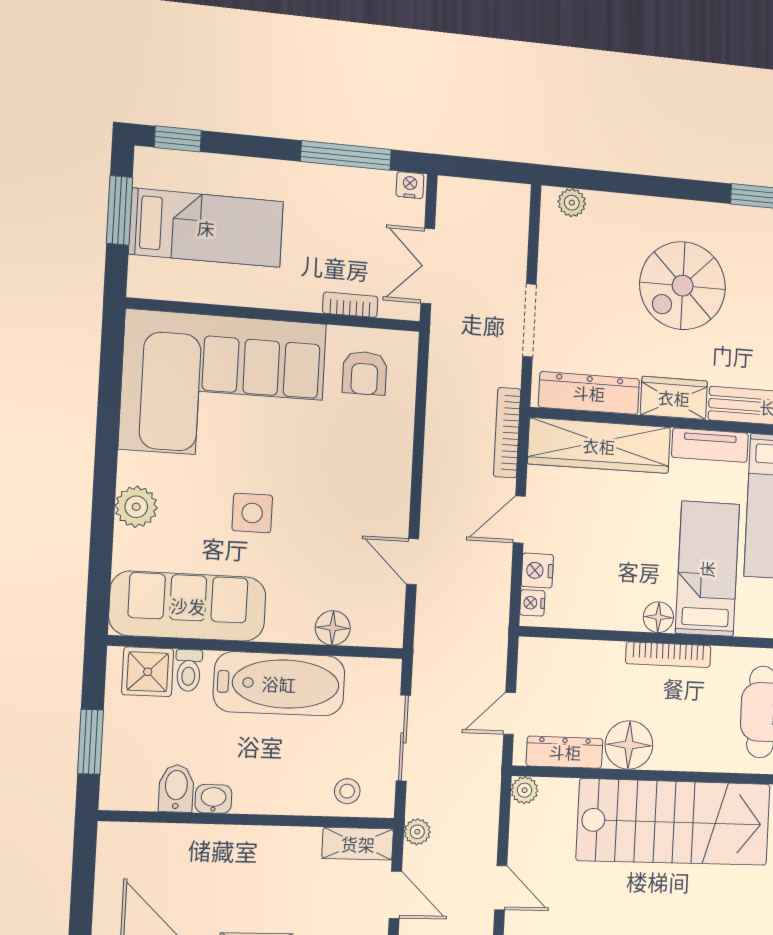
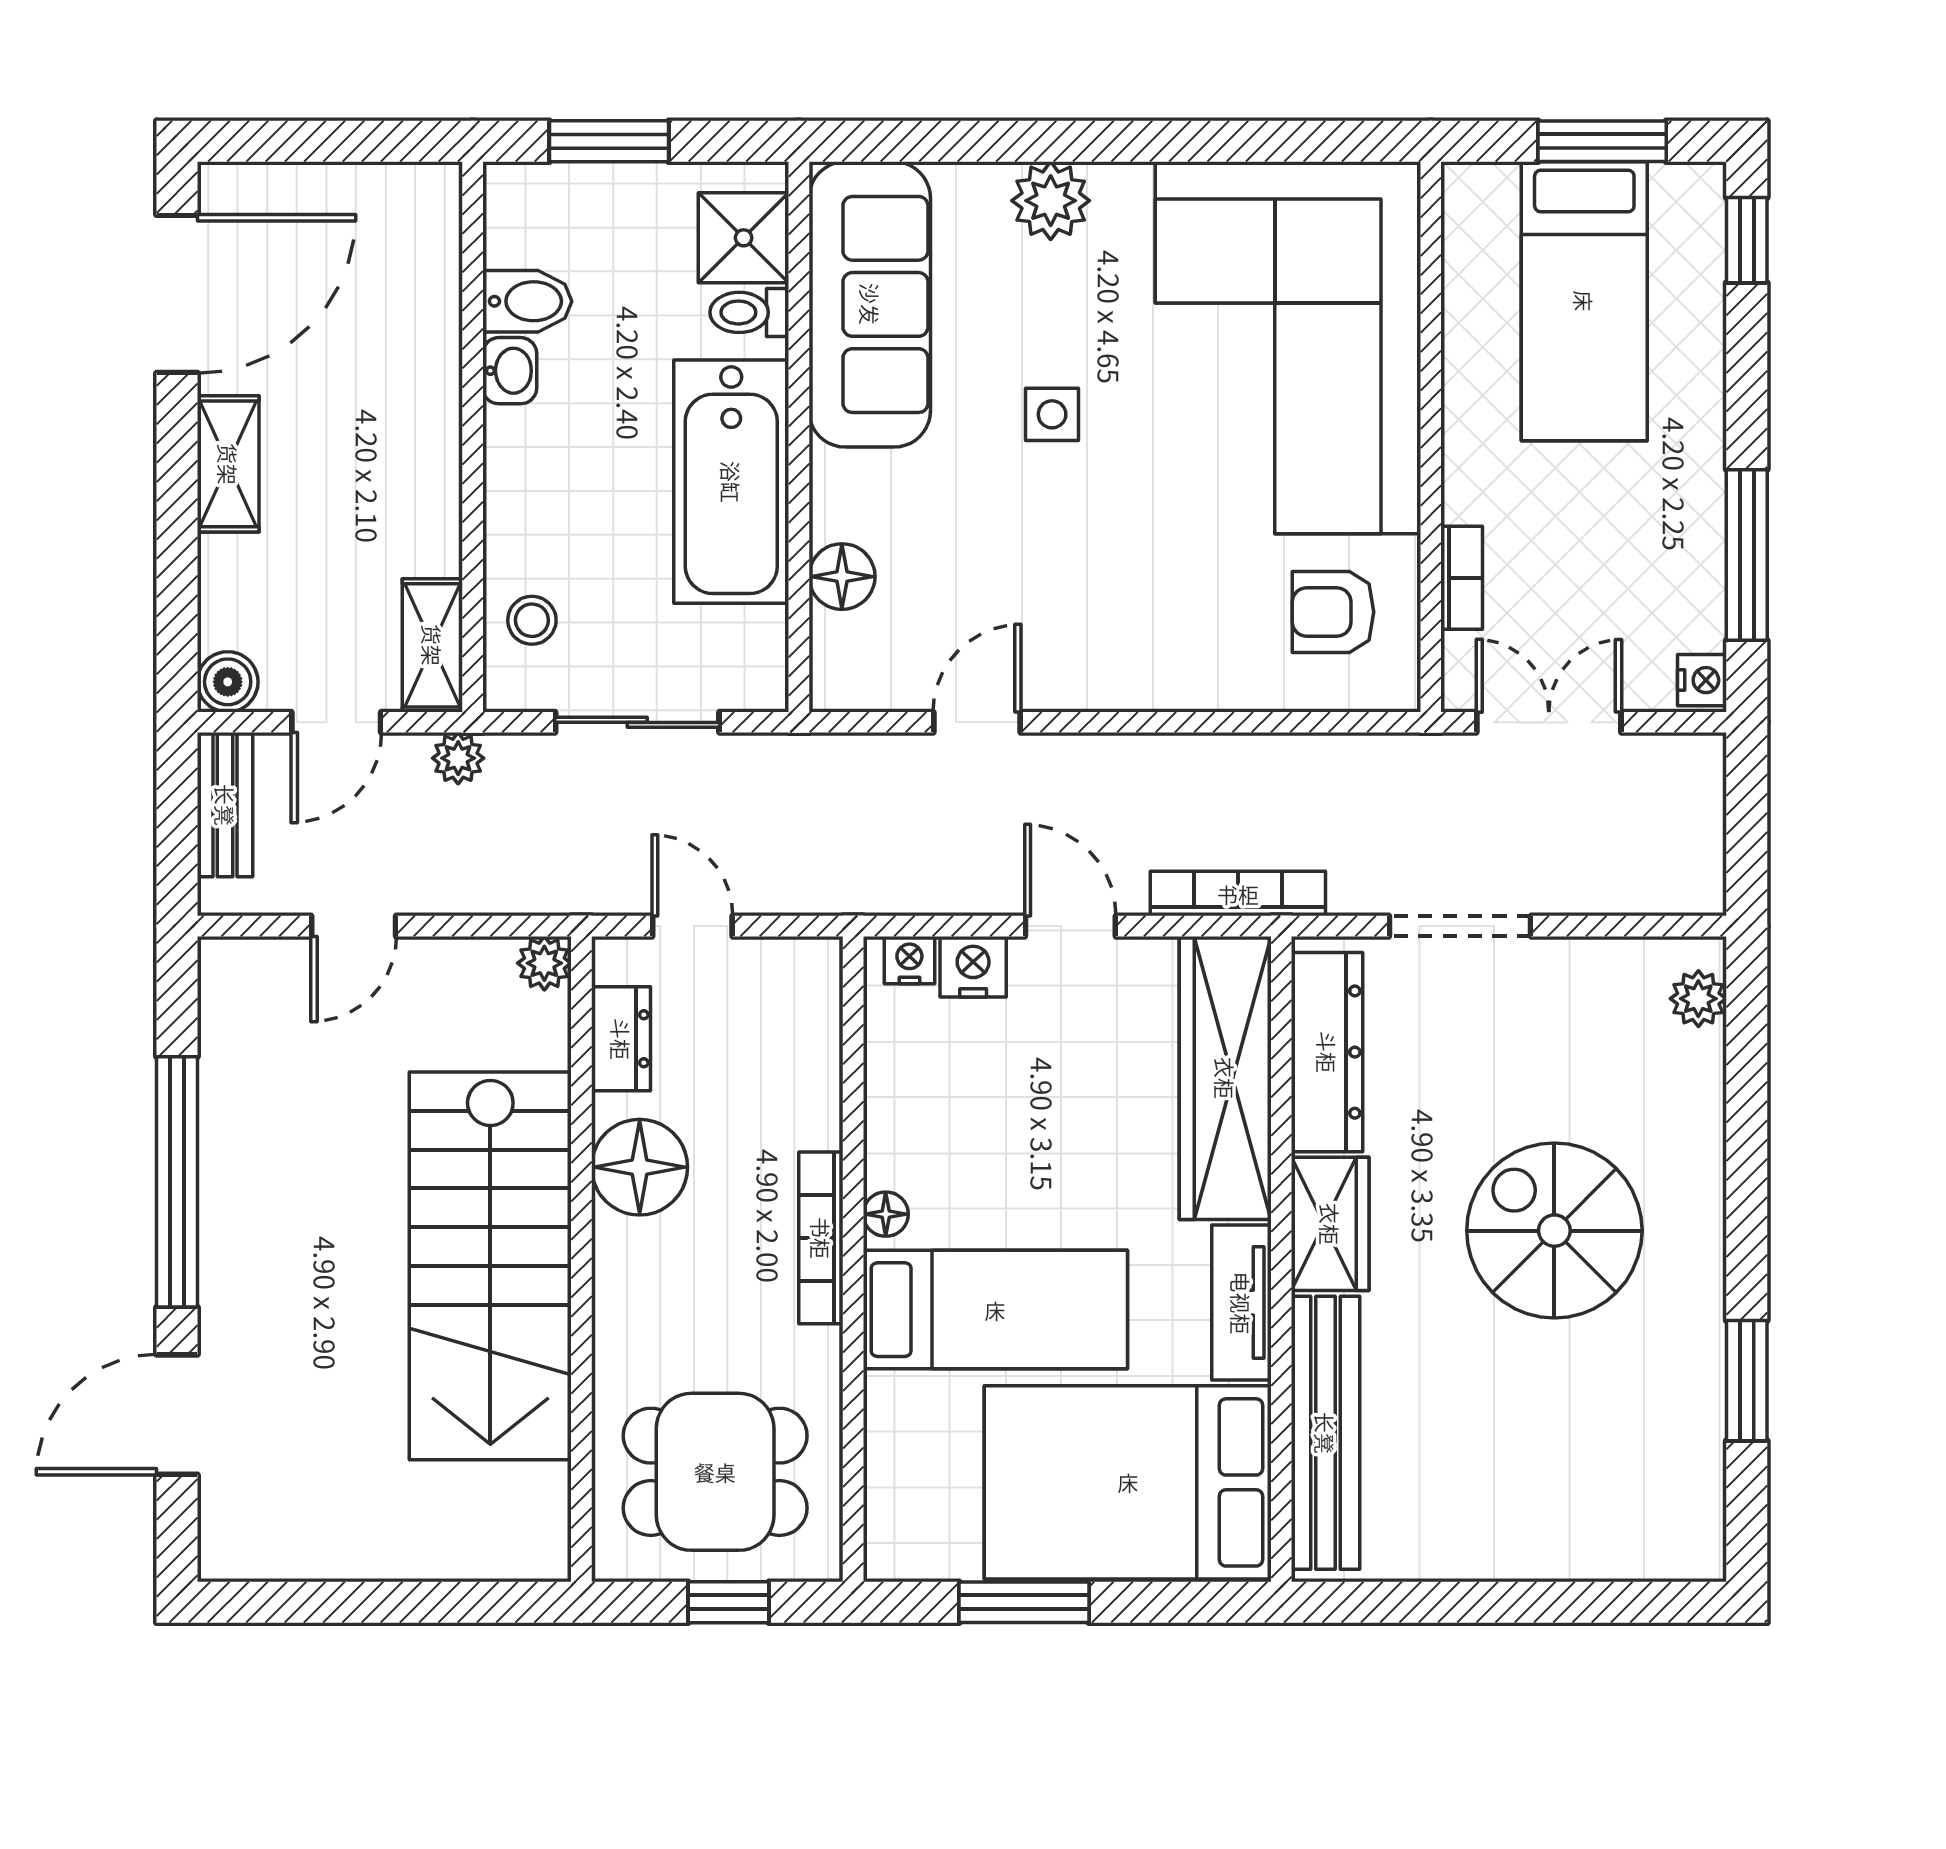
side table: (252, 513) -> (1052, 414), width x0.73, depth x0.73
floor lamp: (658, 617) -> (886, 1214), width x0.73, depth x0.73
dresser: (565, 752) -> (621, 1039), width x0.70

